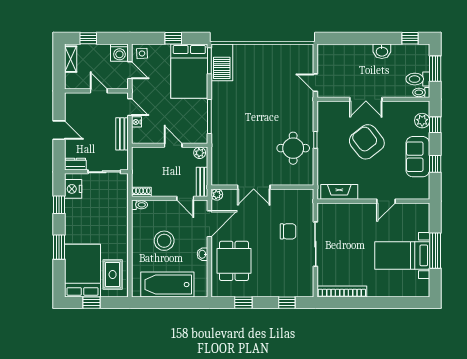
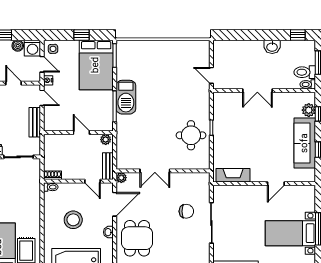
boiler: (103, 50) -> (18, 46), added
barbecue: (222, 62) -> (126, 97), moved
nightstand: (137, 122) -> (48, 80), moved
armchair: (367, 142) -> (258, 130), removed
sofa: (418, 157) -> (305, 143), width x1.36

